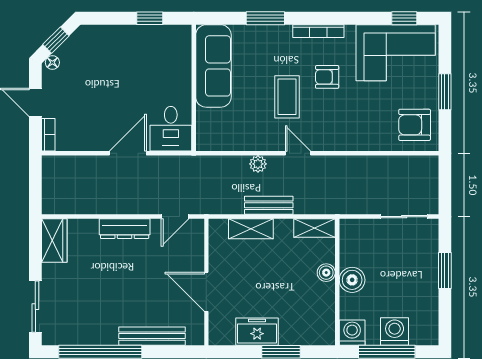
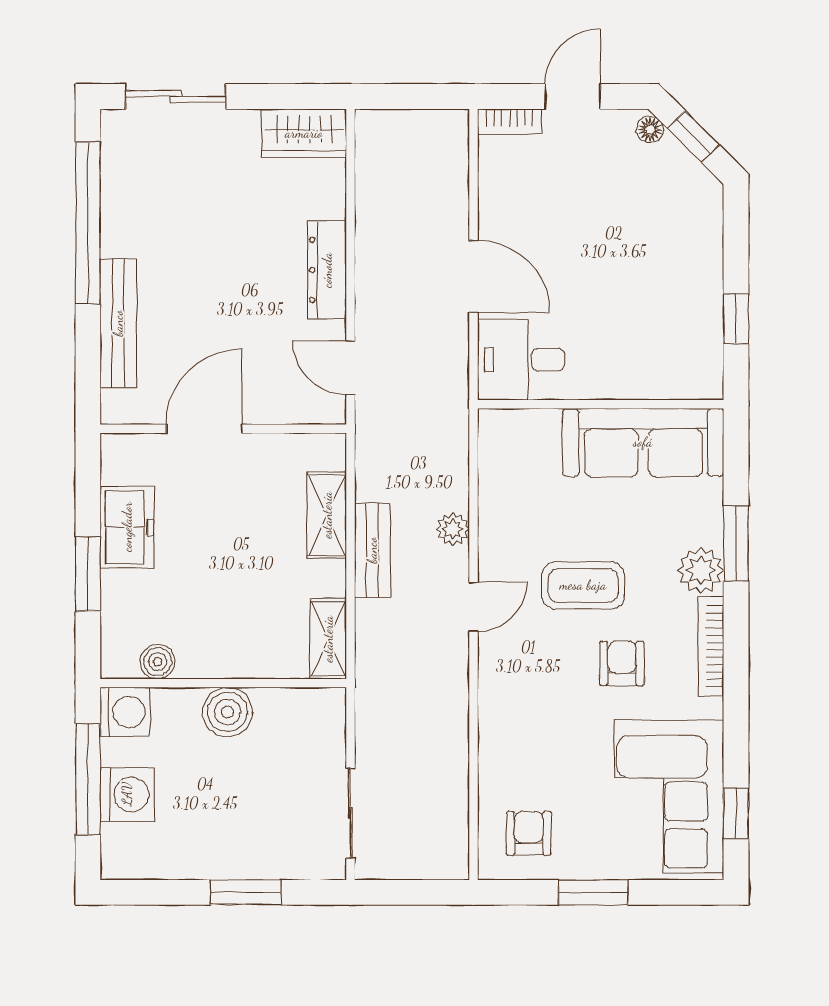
plant: (279, 36) -> (701, 570), added
armchair: (415, 125) -> (529, 833), width x0.72, depth x0.72
boiler: (326, 273) -> (158, 662), moved

